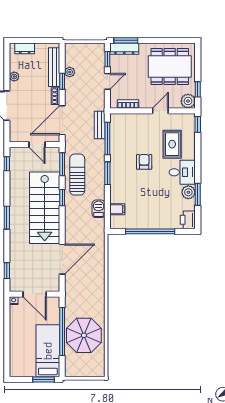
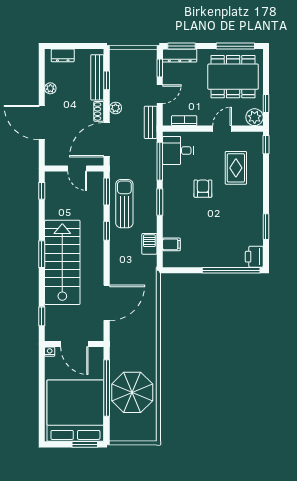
window: (172, 40) -> (235, 46), added
plant: (70, 72) -> (116, 108), moved
window: (62, 81) -> (107, 80), moved
bench: (100, 125) -> (151, 122), moved
desk: (182, 172) -> (178, 151), moved, turned 180
plant: (188, 192) -> (255, 224), removed
stairs: (45, 208) -> (62, 262), moved, turned 180
window: (150, 231) -> (231, 270), moved
bed: (48, 351) -> (75, 411), width x2.04

